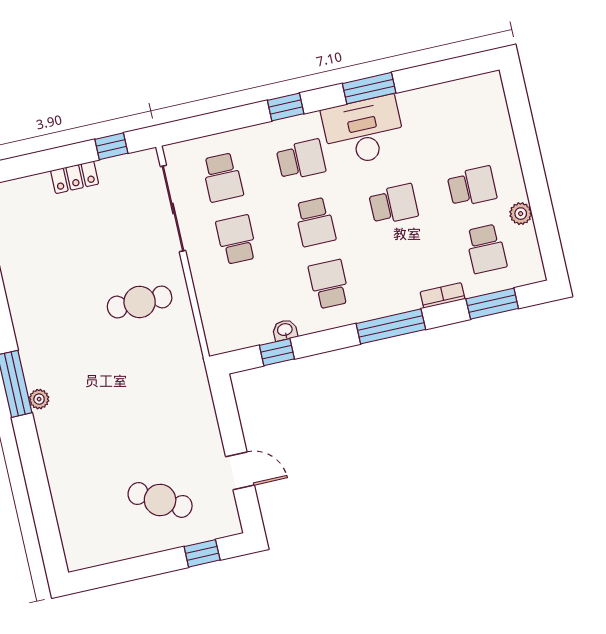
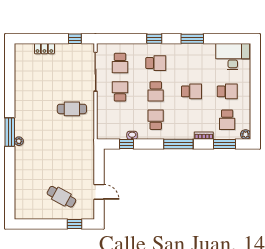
desk: (364, 131) -> (233, 57), moved
locker: (75, 177) -> (44, 49), moved
plant: (521, 214) -> (246, 134), moved

